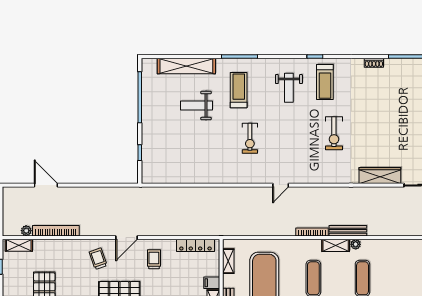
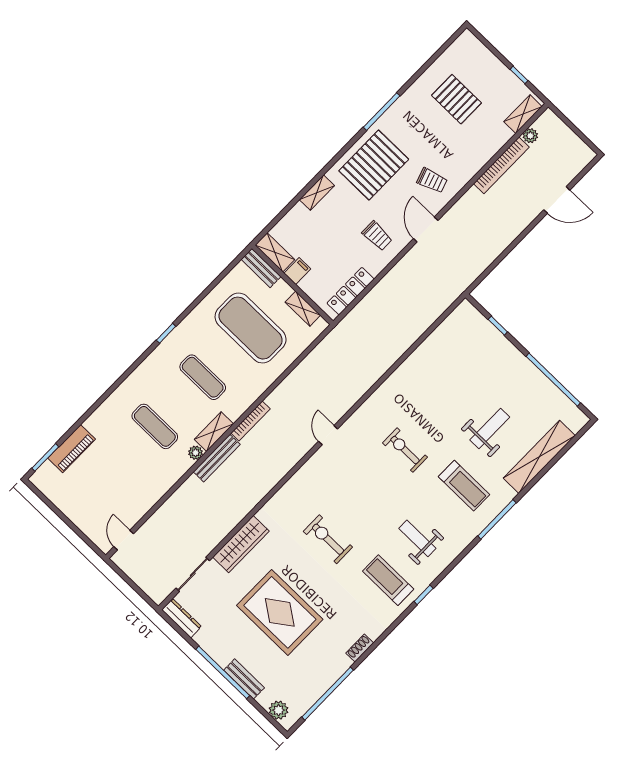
rug: (396, 121) -> (280, 612), added

